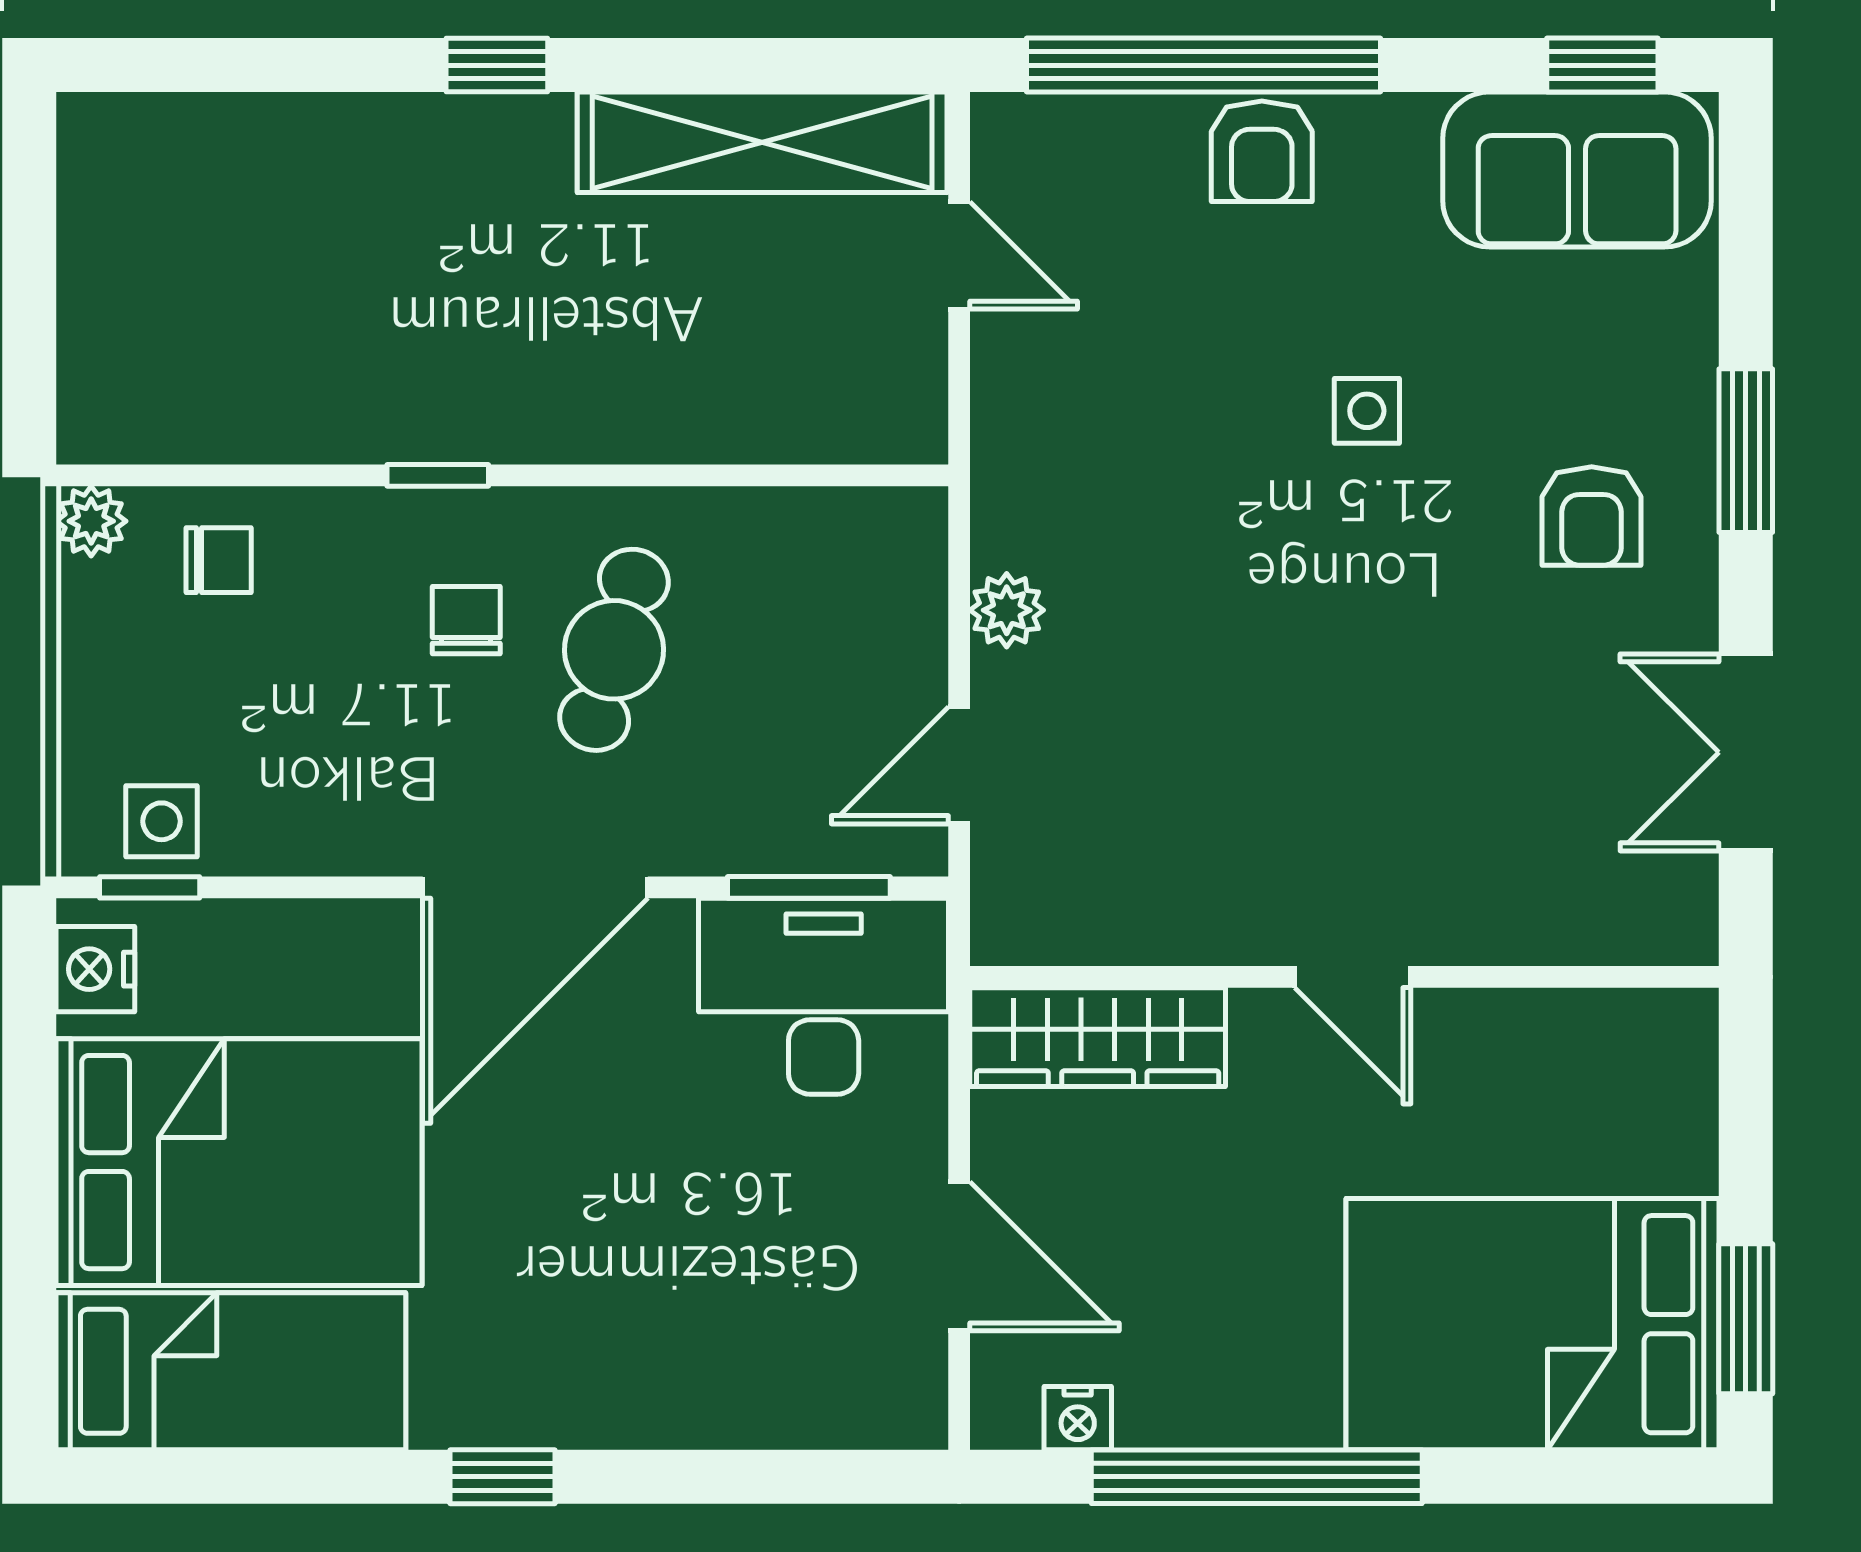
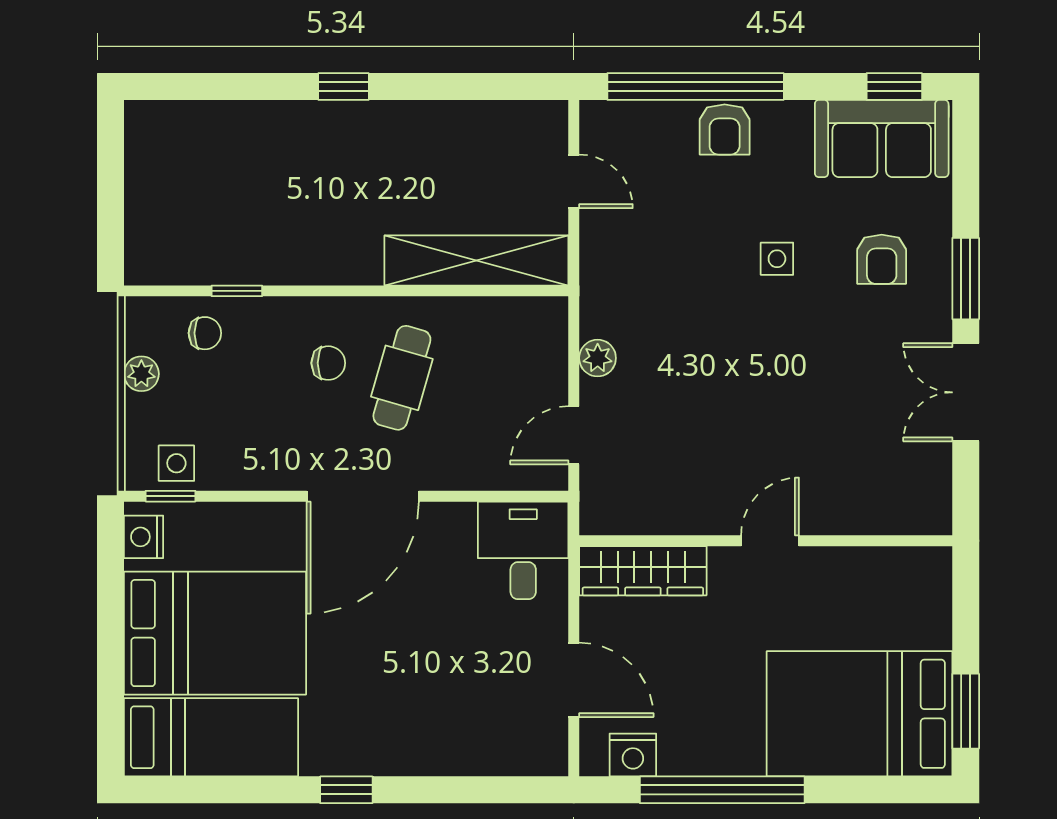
shelving: (762, 142) -> (476, 260), moved
window: (438, 475) -> (237, 291), moved
armchair: (1592, 516) -> (882, 259), moved
plant: (91, 521) -> (141, 374), moved
chair: (466, 620) -> (328, 363), turned 90
double door: (1746, 752) -> (966, 392), moved
window: (809, 887) -> (499, 496), removed
door: (1353, 977) -> (770, 541), swing flipped
desk: (824, 996) -> (523, 550), width x0.73
nightstand: (1078, 1418) -> (633, 755), width x1.39, depth x1.35

